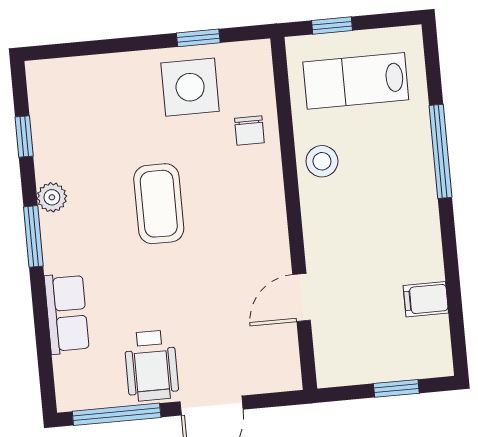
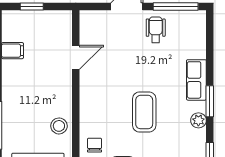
row of seats: (67, 314) -> (196, 80), moved
wheelchair: (151, 366) -> (156, 30), width x0.73, depth x0.73

